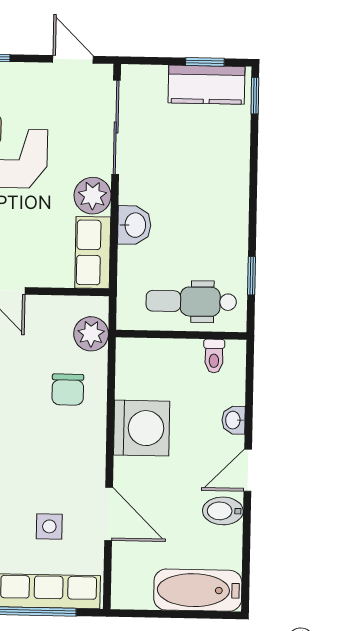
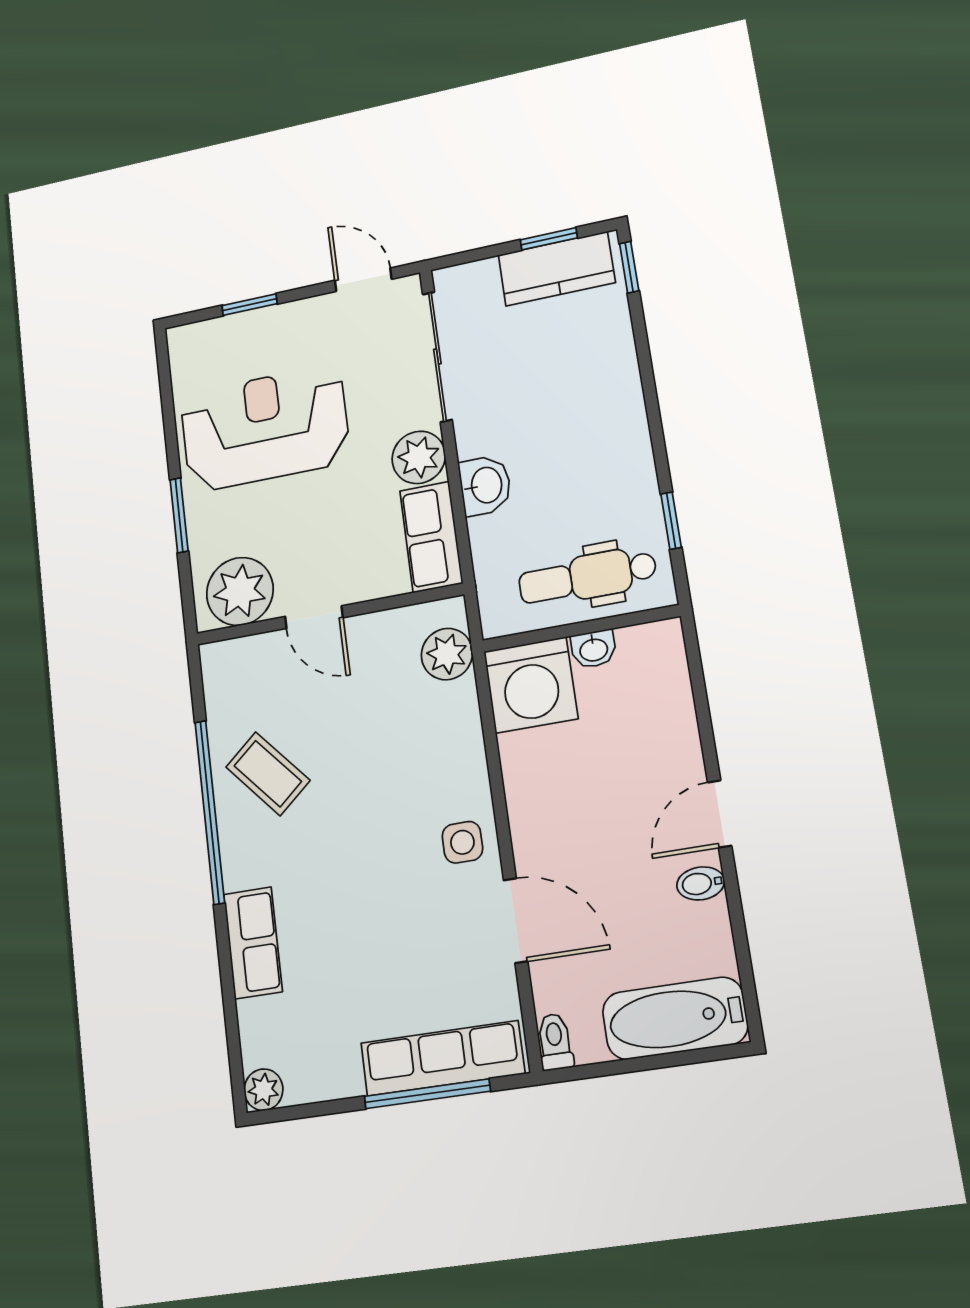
toilet: (214, 356) -> (555, 1042), moved, turned 180
chair: (68, 390) -> (425, 743), removed
washbasin: (234, 420) -> (594, 649), moved, turned -90
washing machine: (142, 428) -> (531, 685), moved, turned 90
bidet: (223, 511) -> (701, 883), width x0.72, depth x0.74
side table: (49, 526) -> (462, 842), moved

